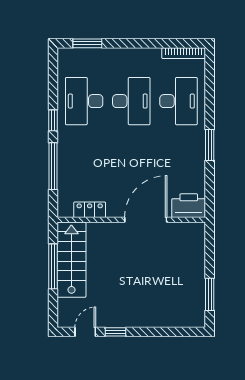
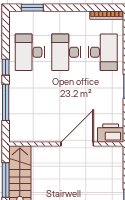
desk: (131, 101) -> (66, 52), turned 180
locker: (90, 210) -> (34, 136), removed

